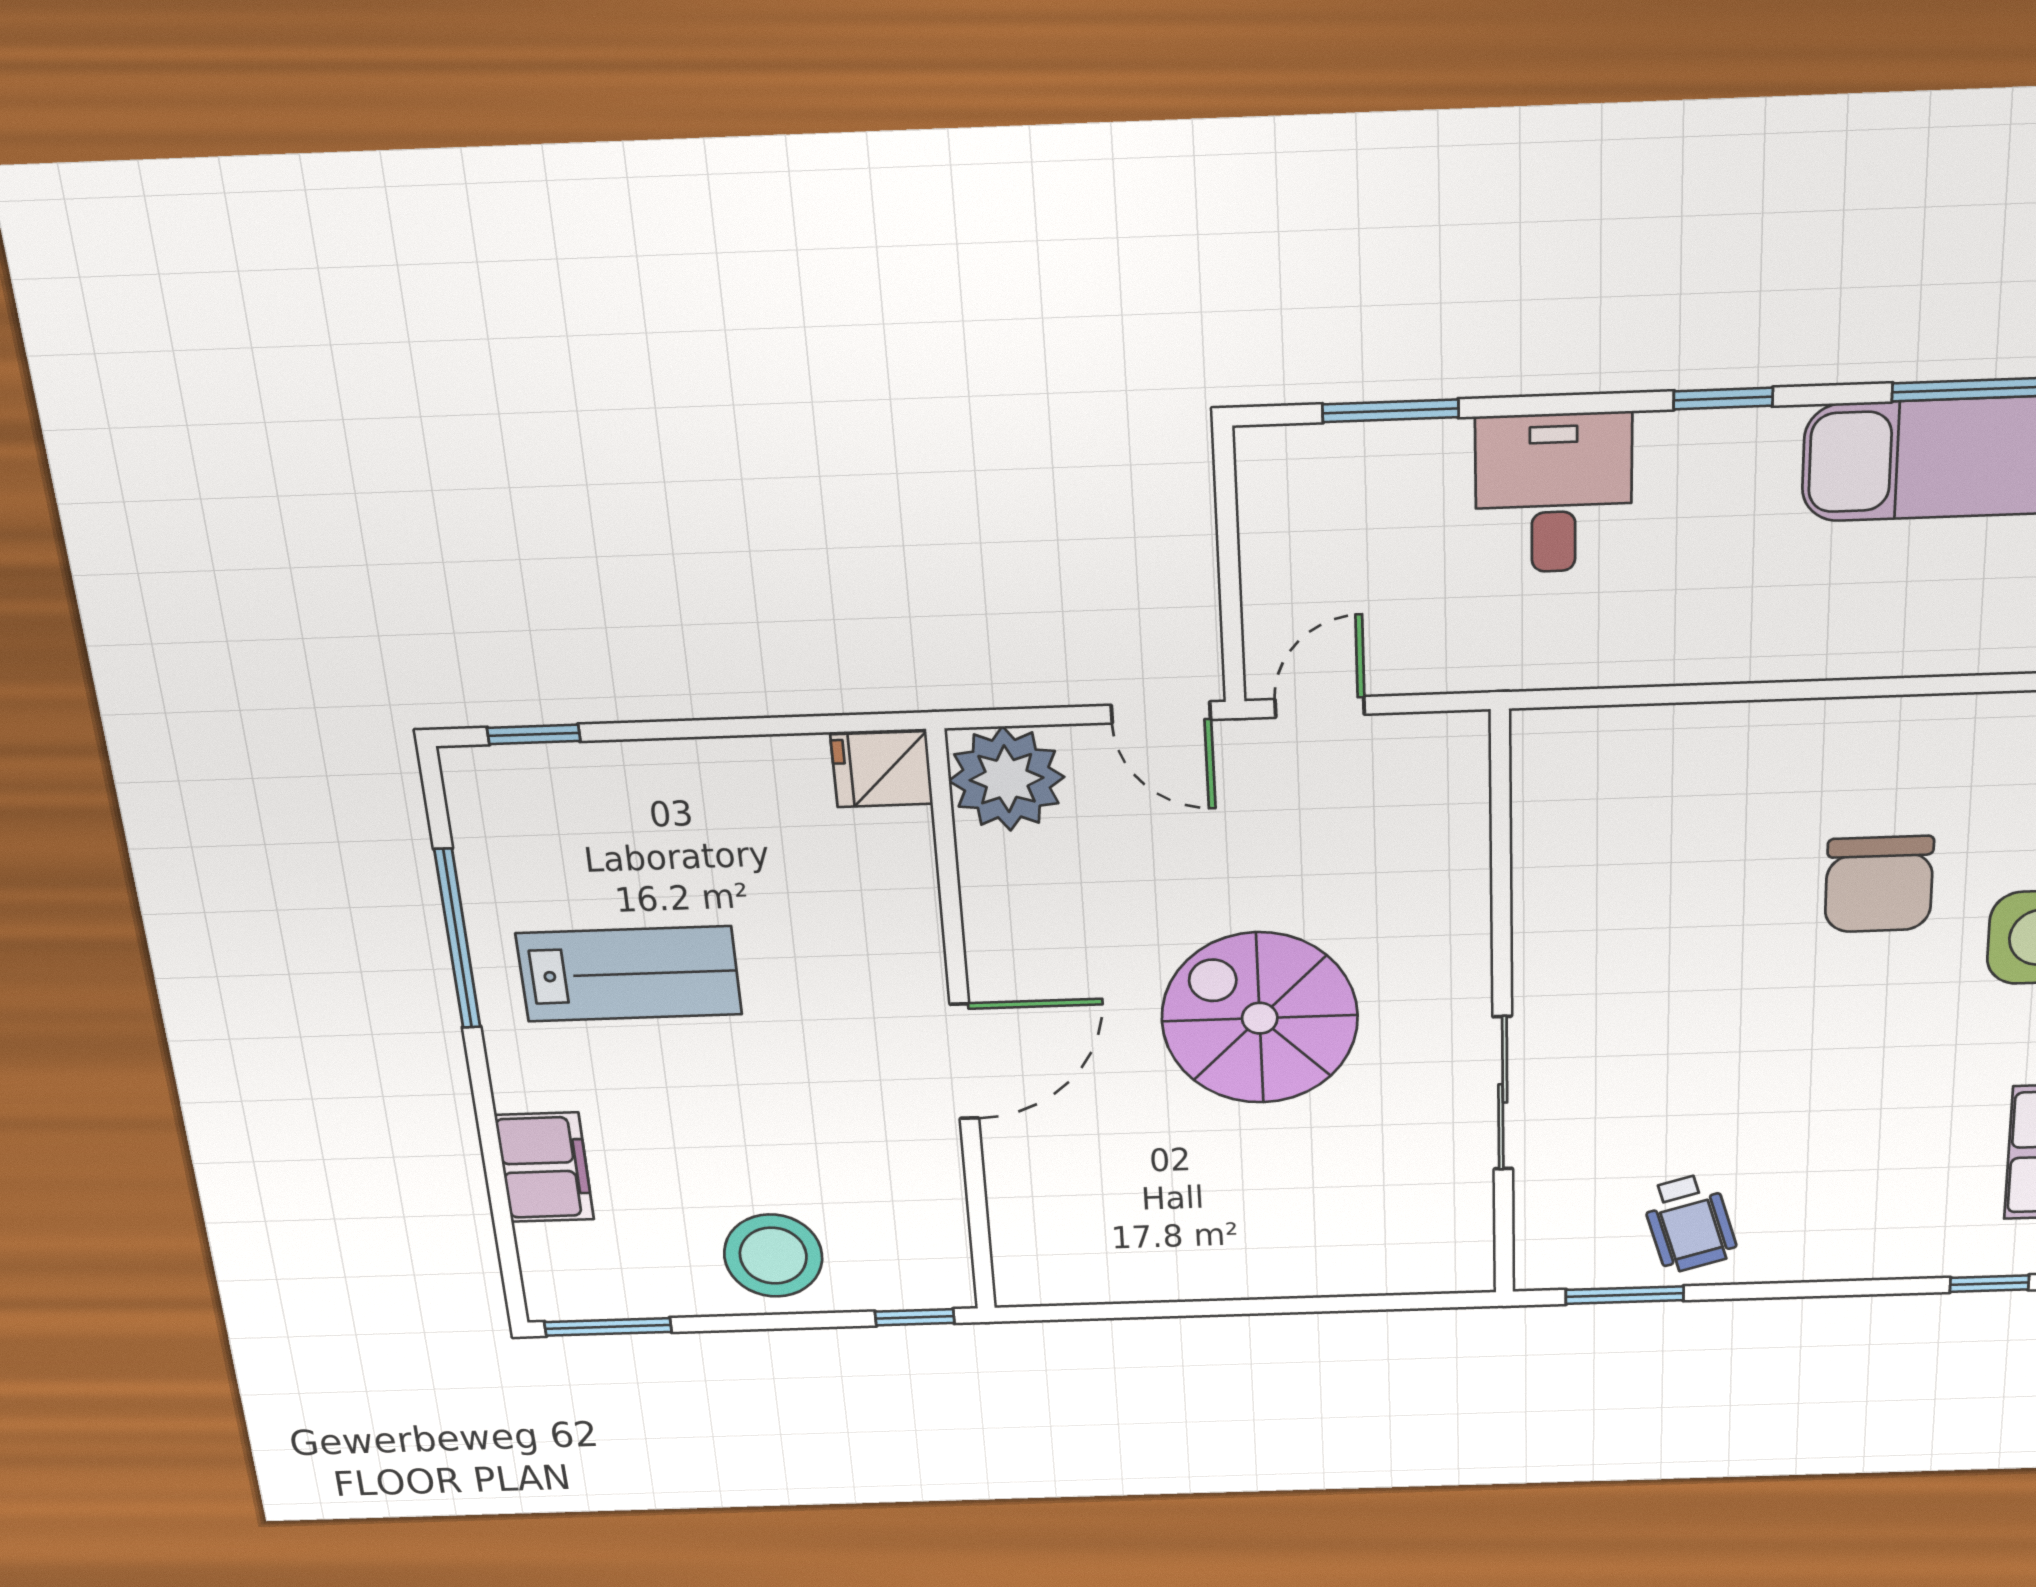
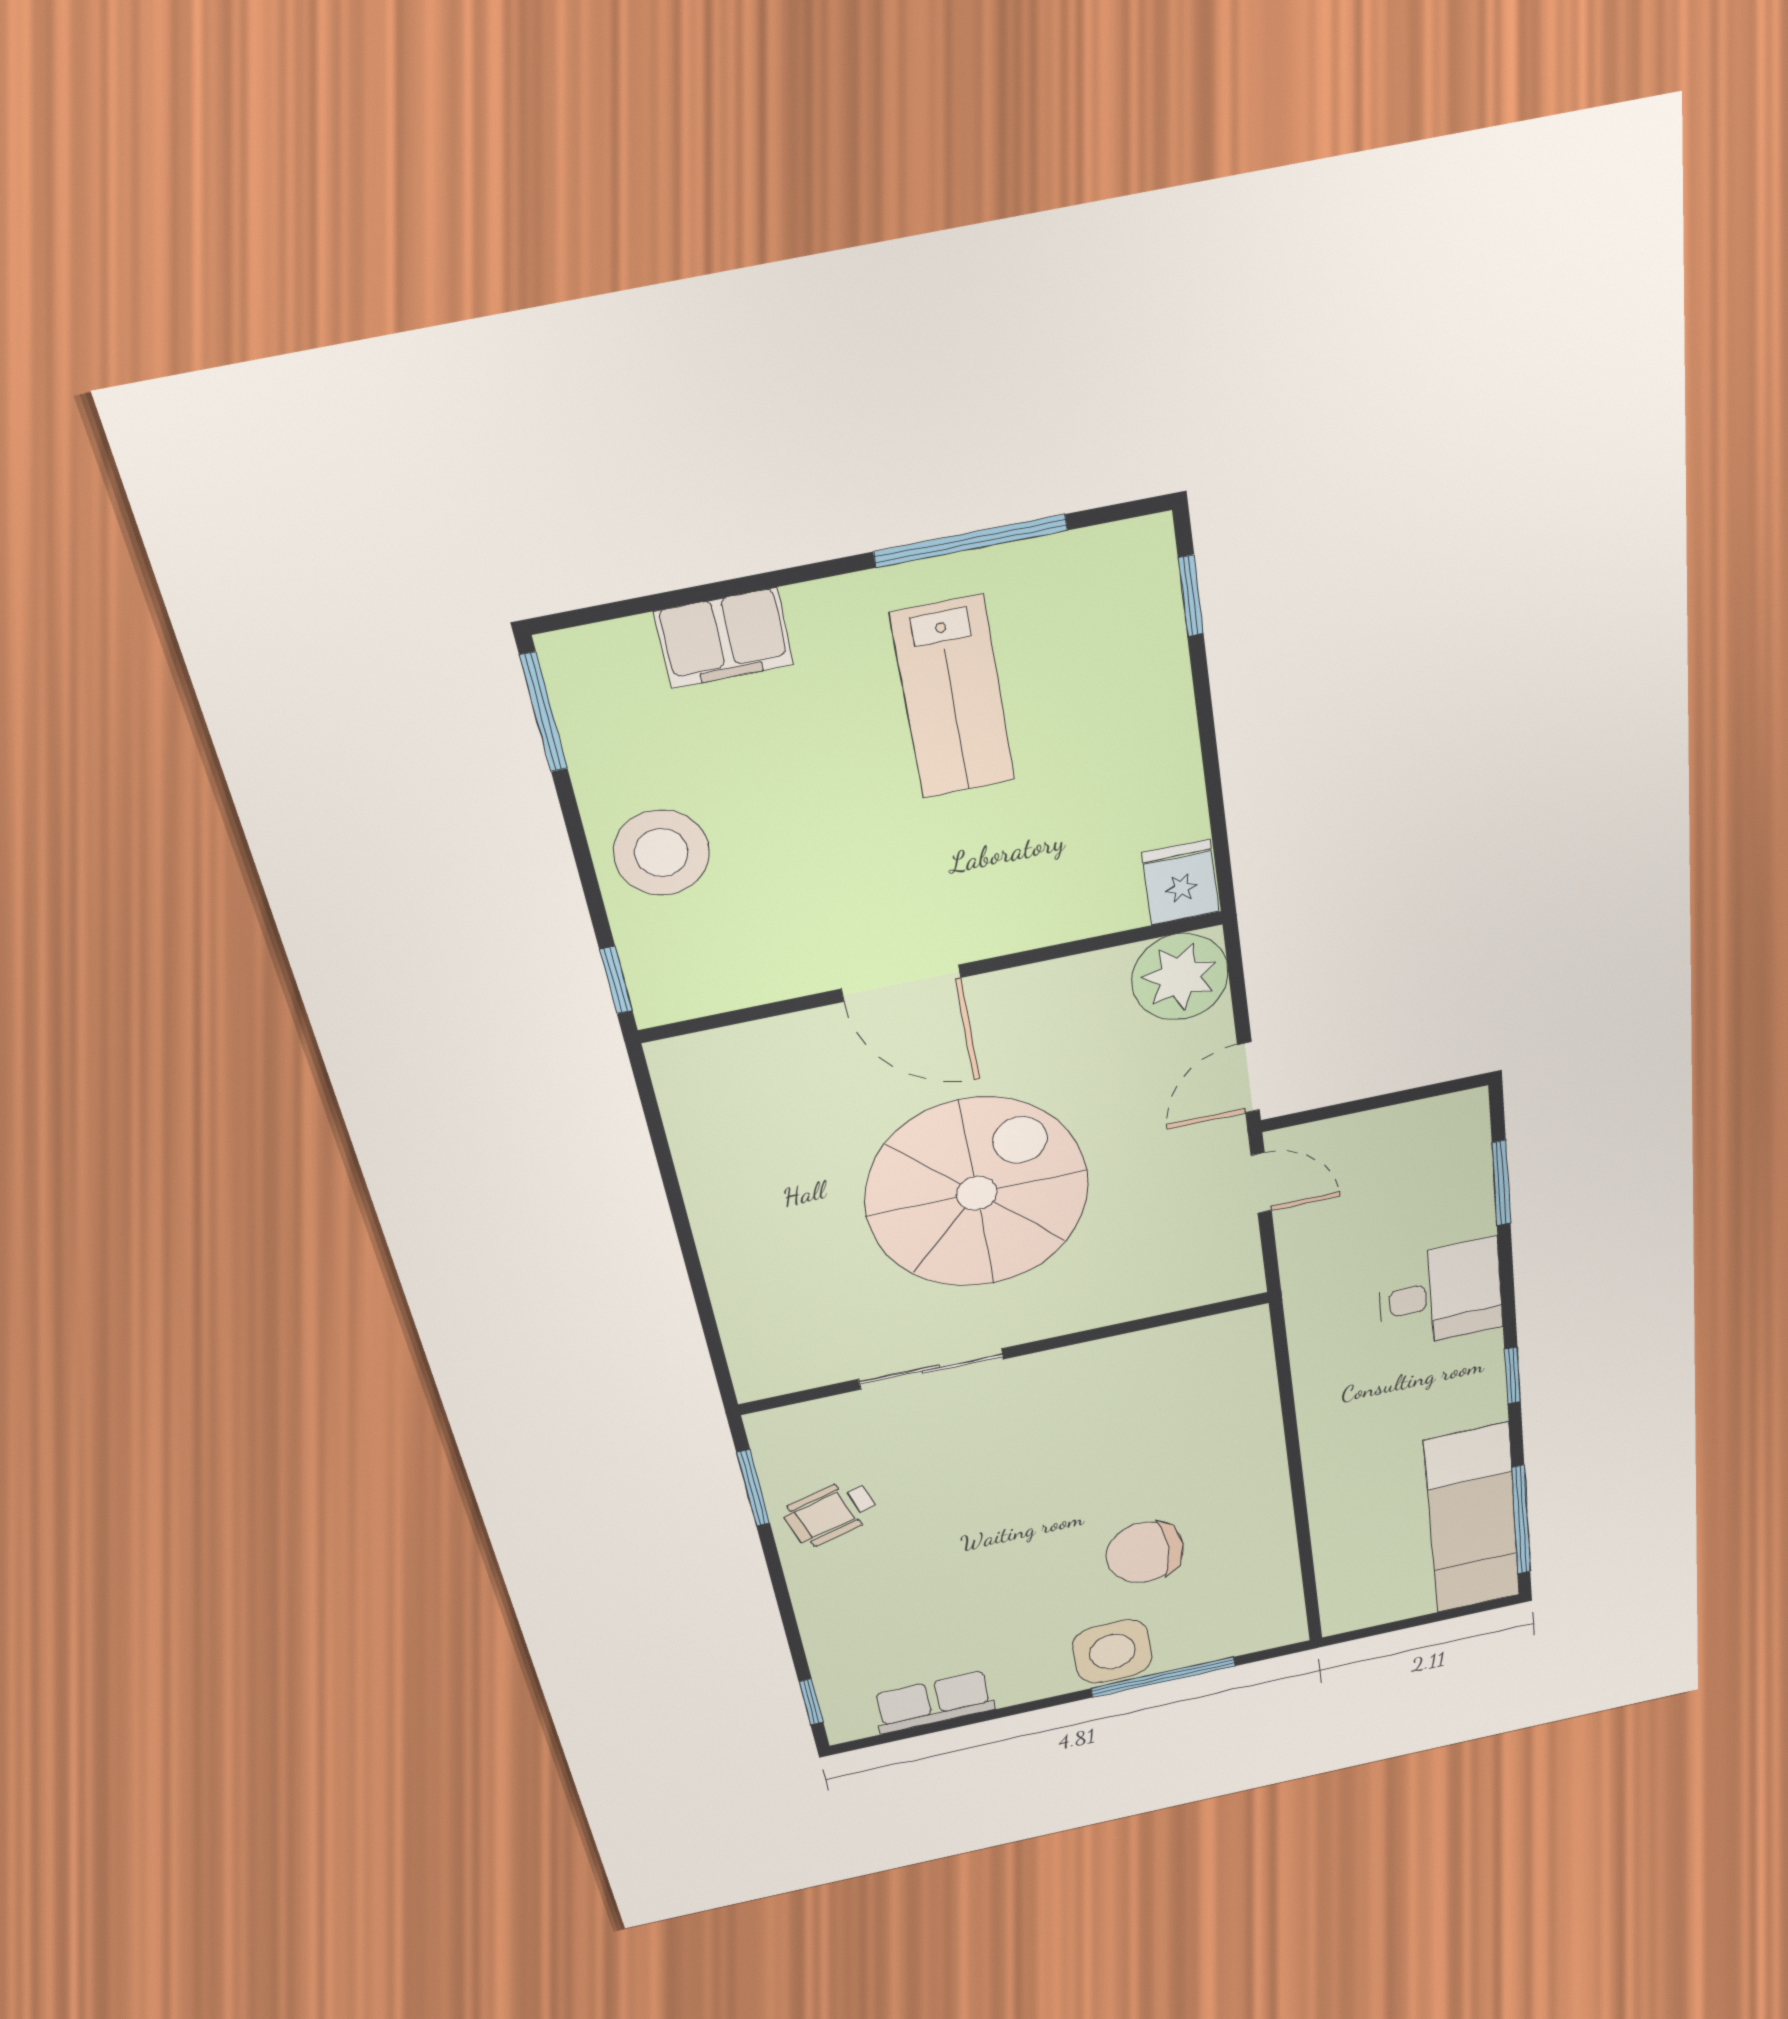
spiral stairs: (1260, 1018) -> (977, 1193), width x1.37, depth x1.37

